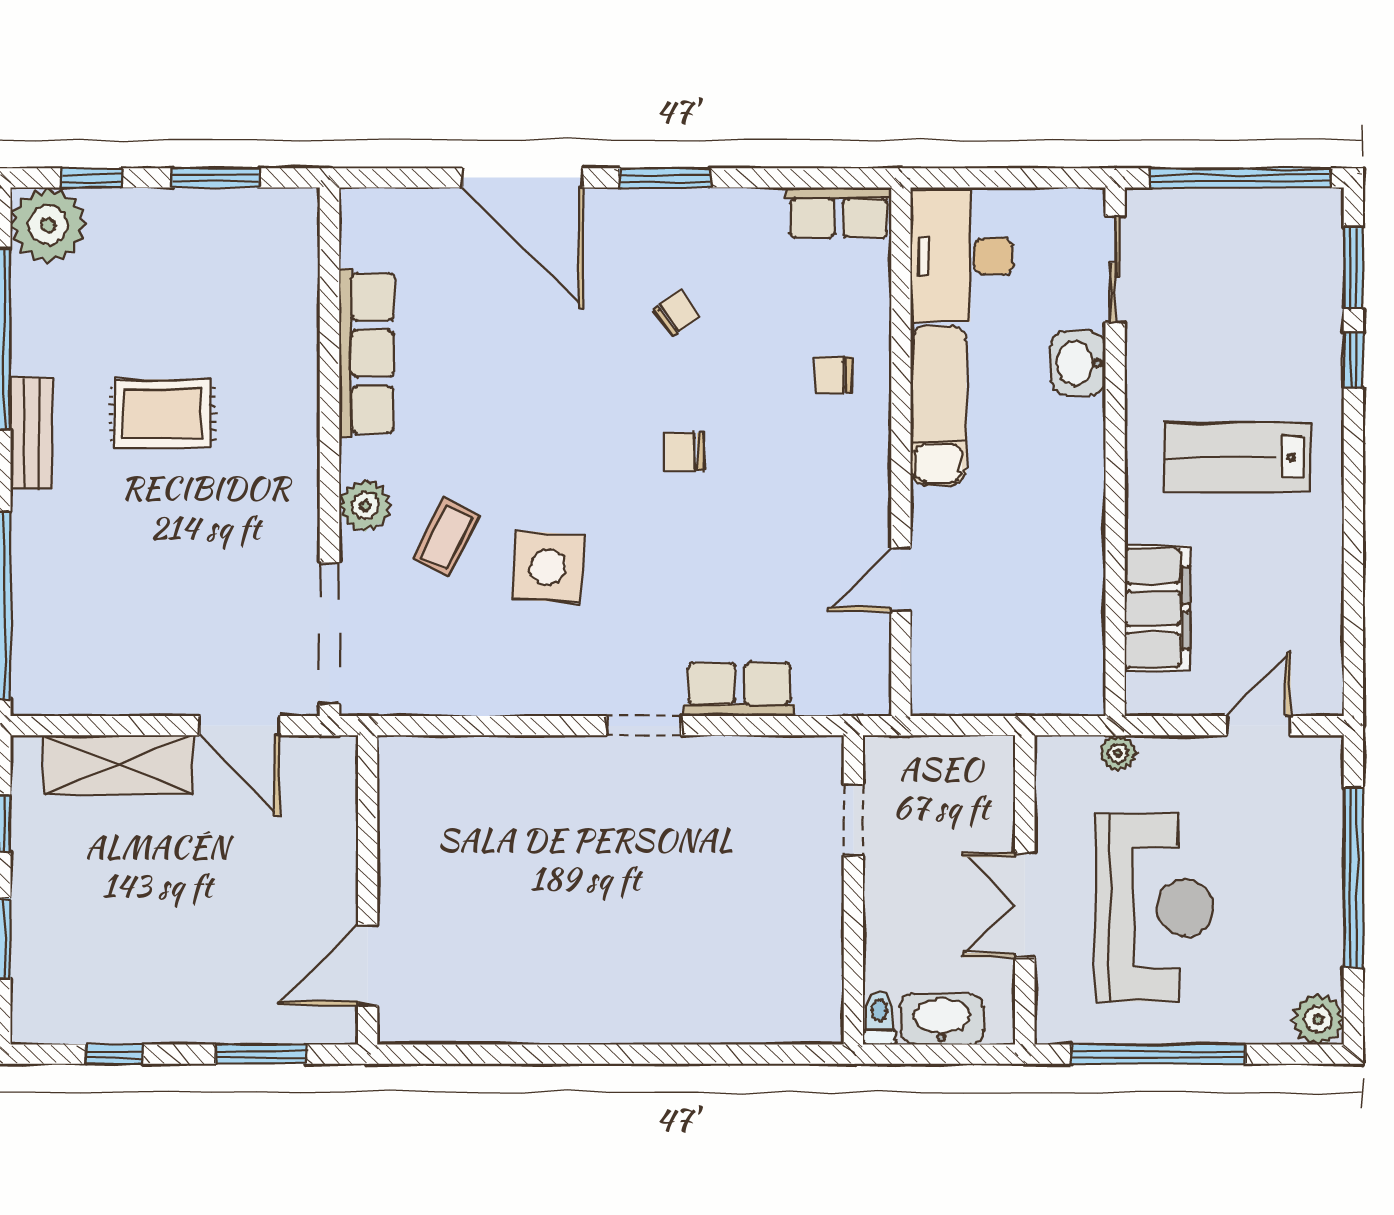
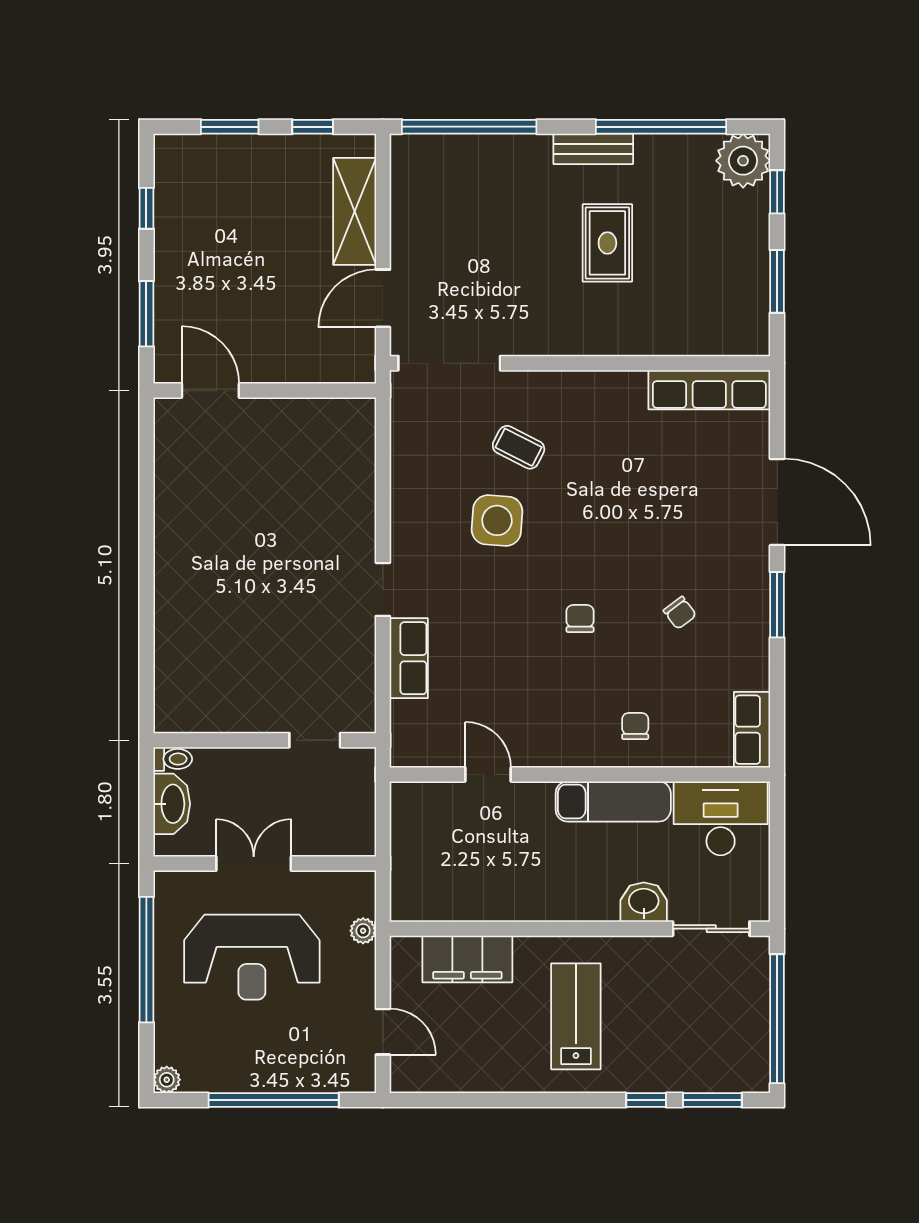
door: (522, 178) -> (777, 502), swing flipped
row of seats: (366, 353) -> (709, 390), moved
plant: (365, 506) -> (541, 389), removed
plant: (1318, 1019) -> (167, 1080), width x0.73, depth x0.73

